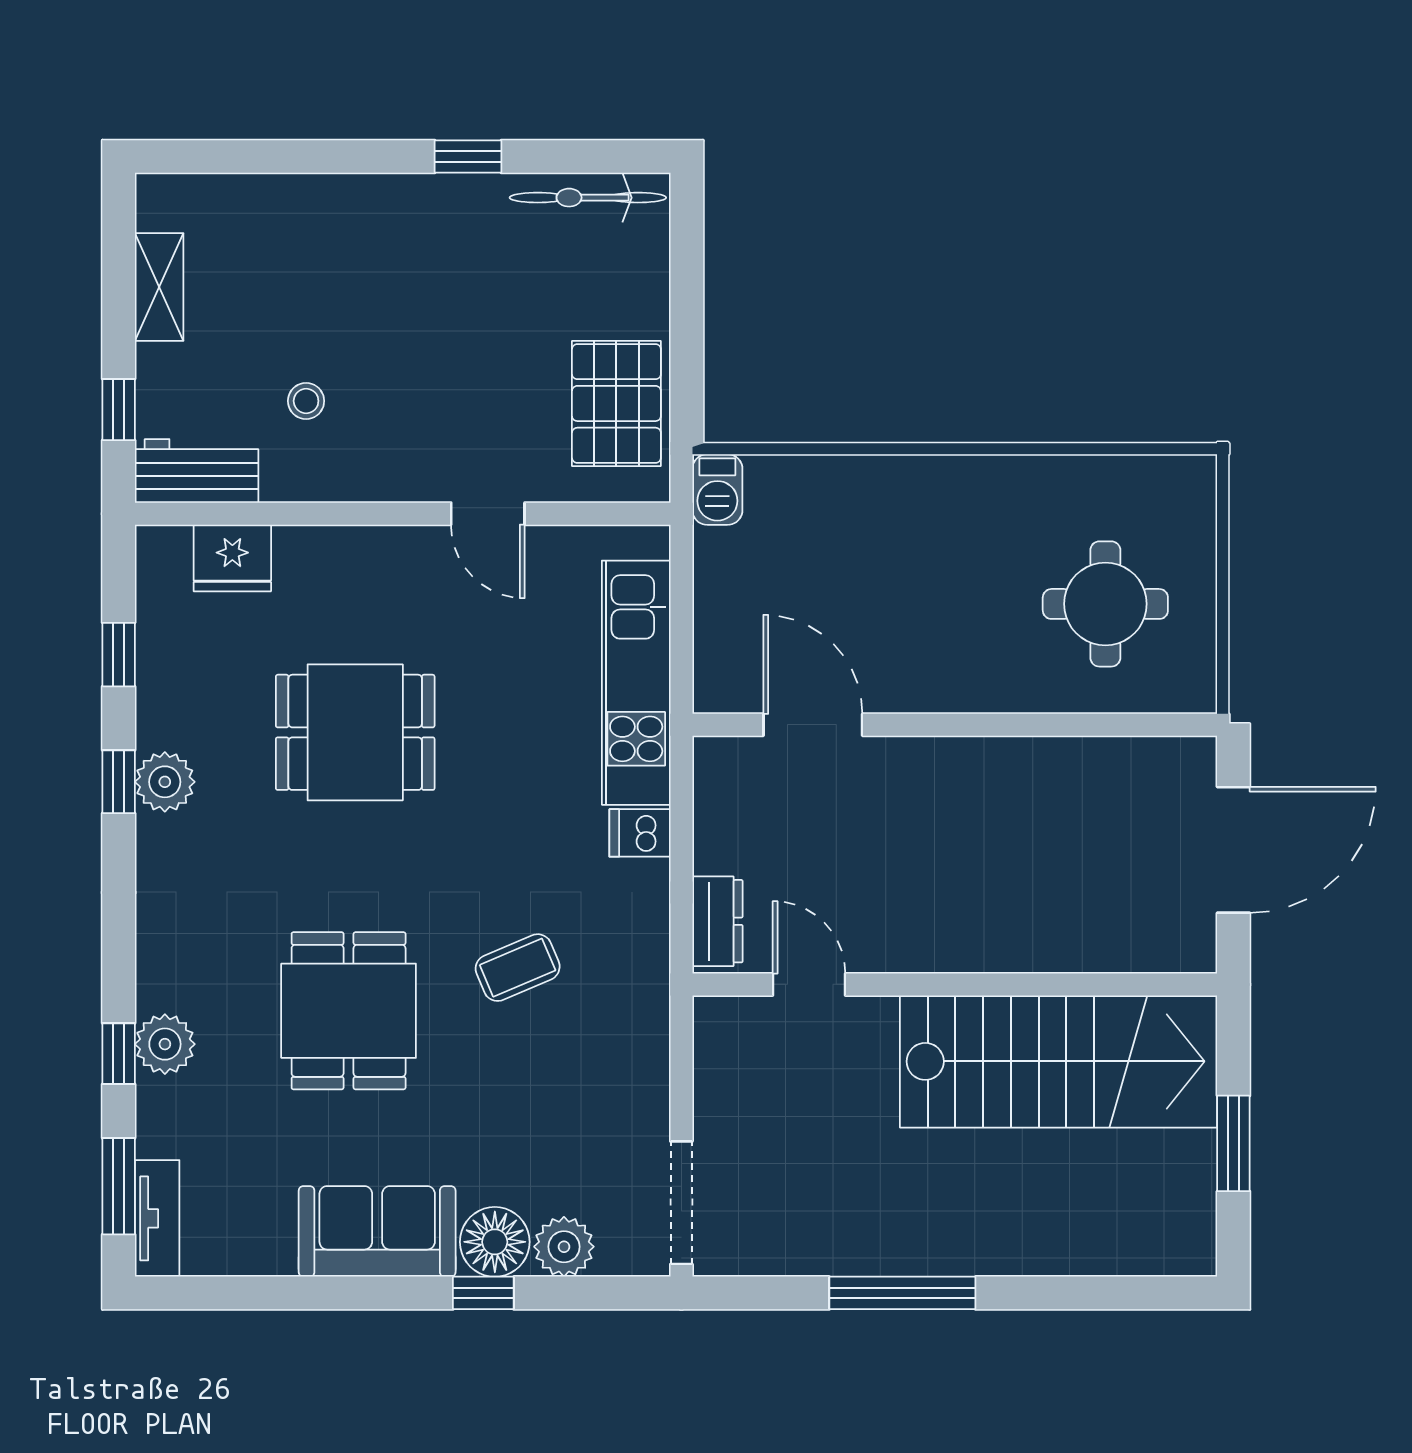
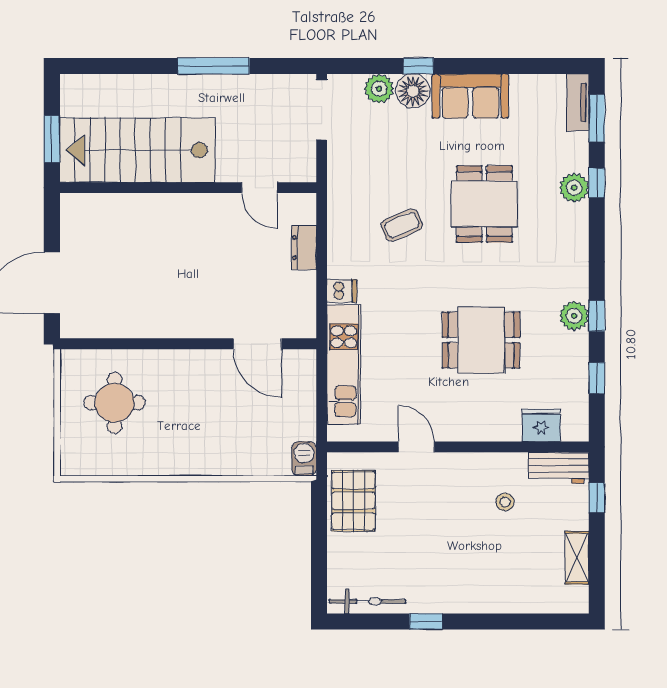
door: (809, 984) -> (259, 188), moved
wall: (955, 984) -> (188, 188), moved
stairs: (1059, 1061) -> (137, 150), moved

